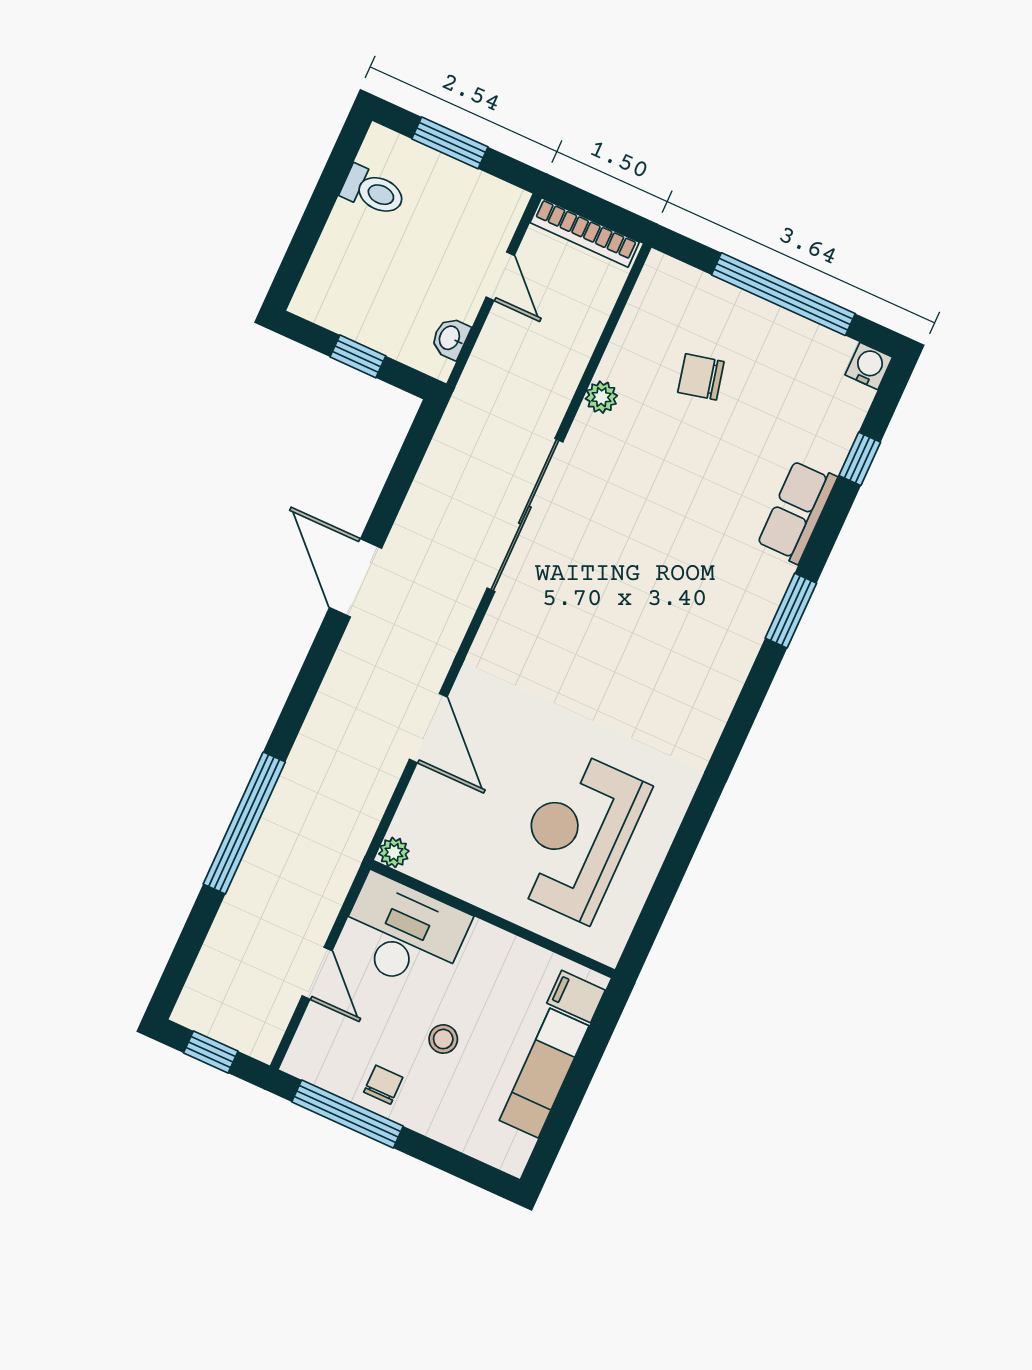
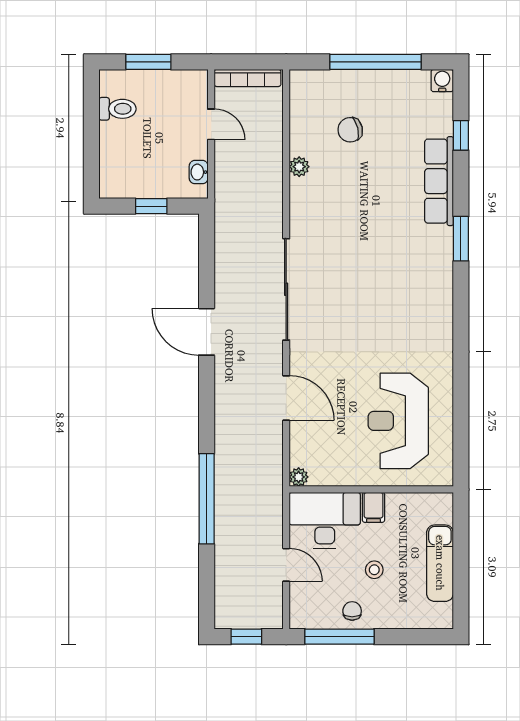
row of seats: (797, 511) -> (439, 181), width x1.48
sliding door: (525, 515) -> (286, 289), moved
filing cabinet: (576, 997) -> (373, 507), moved, turned -90

